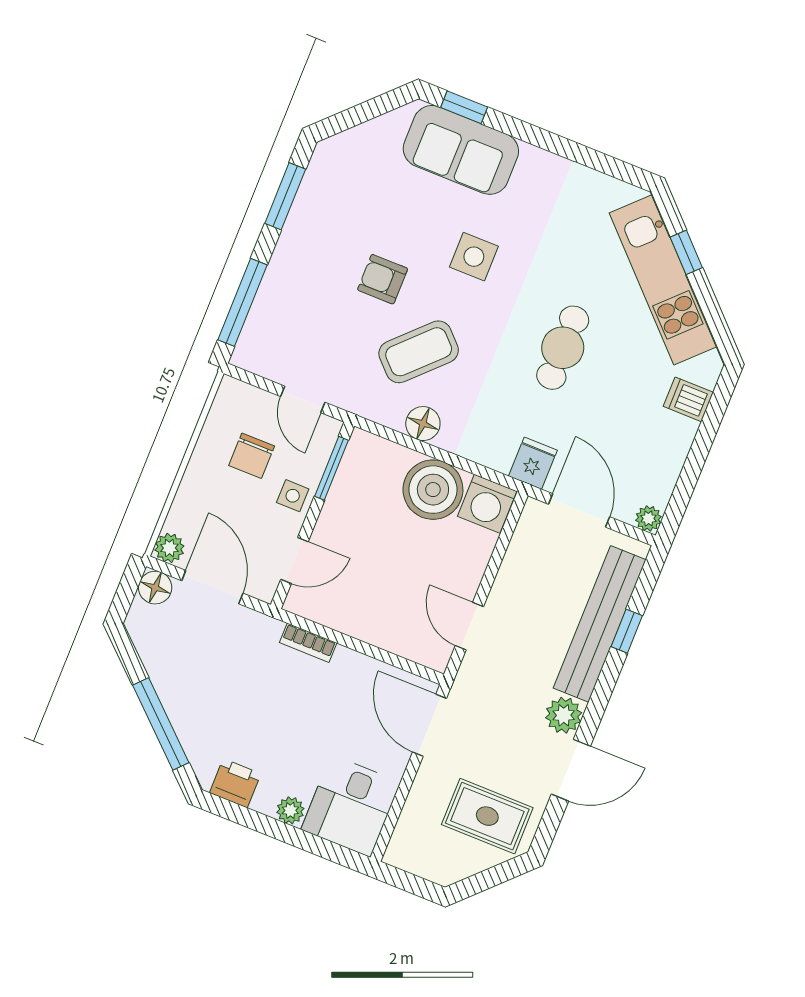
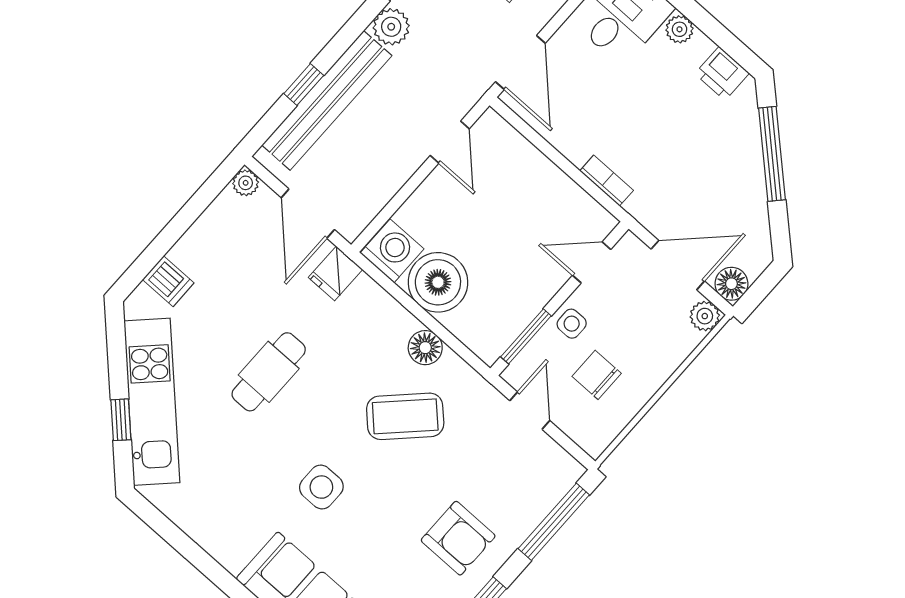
armchair: (383, 279) -> (458, 538), moved, width x1.38, depth x1.38
chair: (252, 456) -> (597, 375), turned -90
door: (212, 587) -> (678, 265), swing flipped

